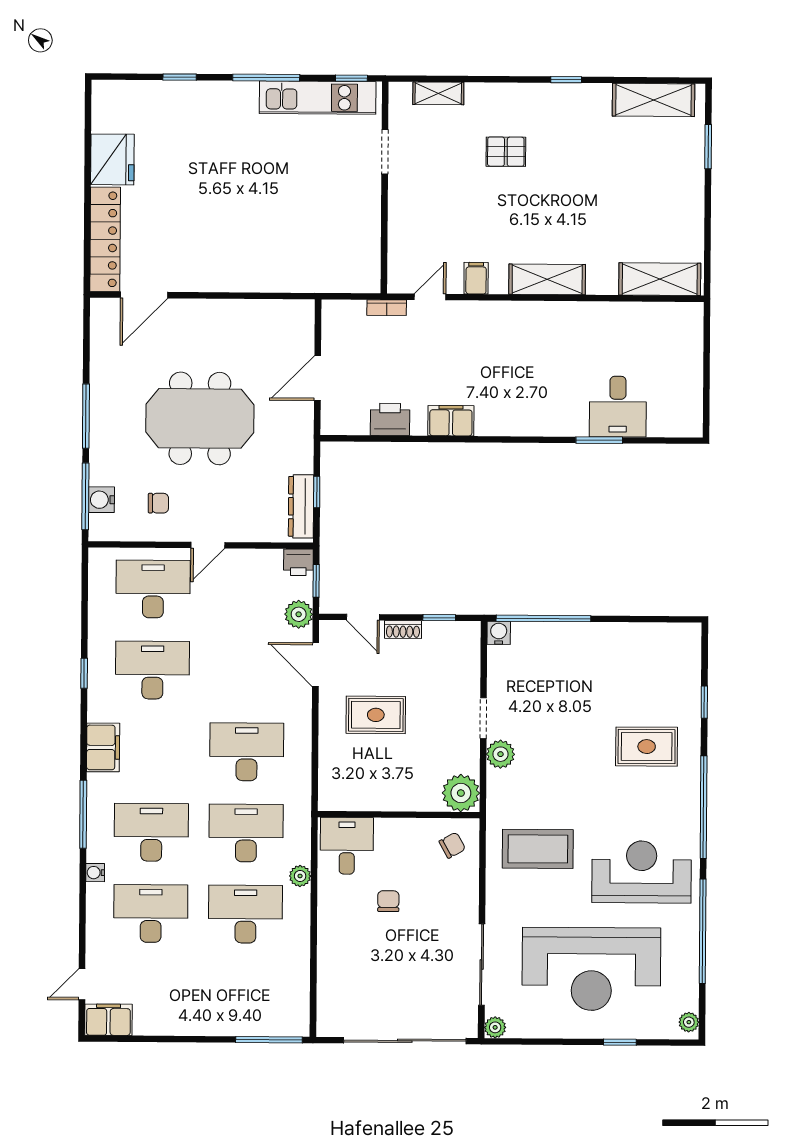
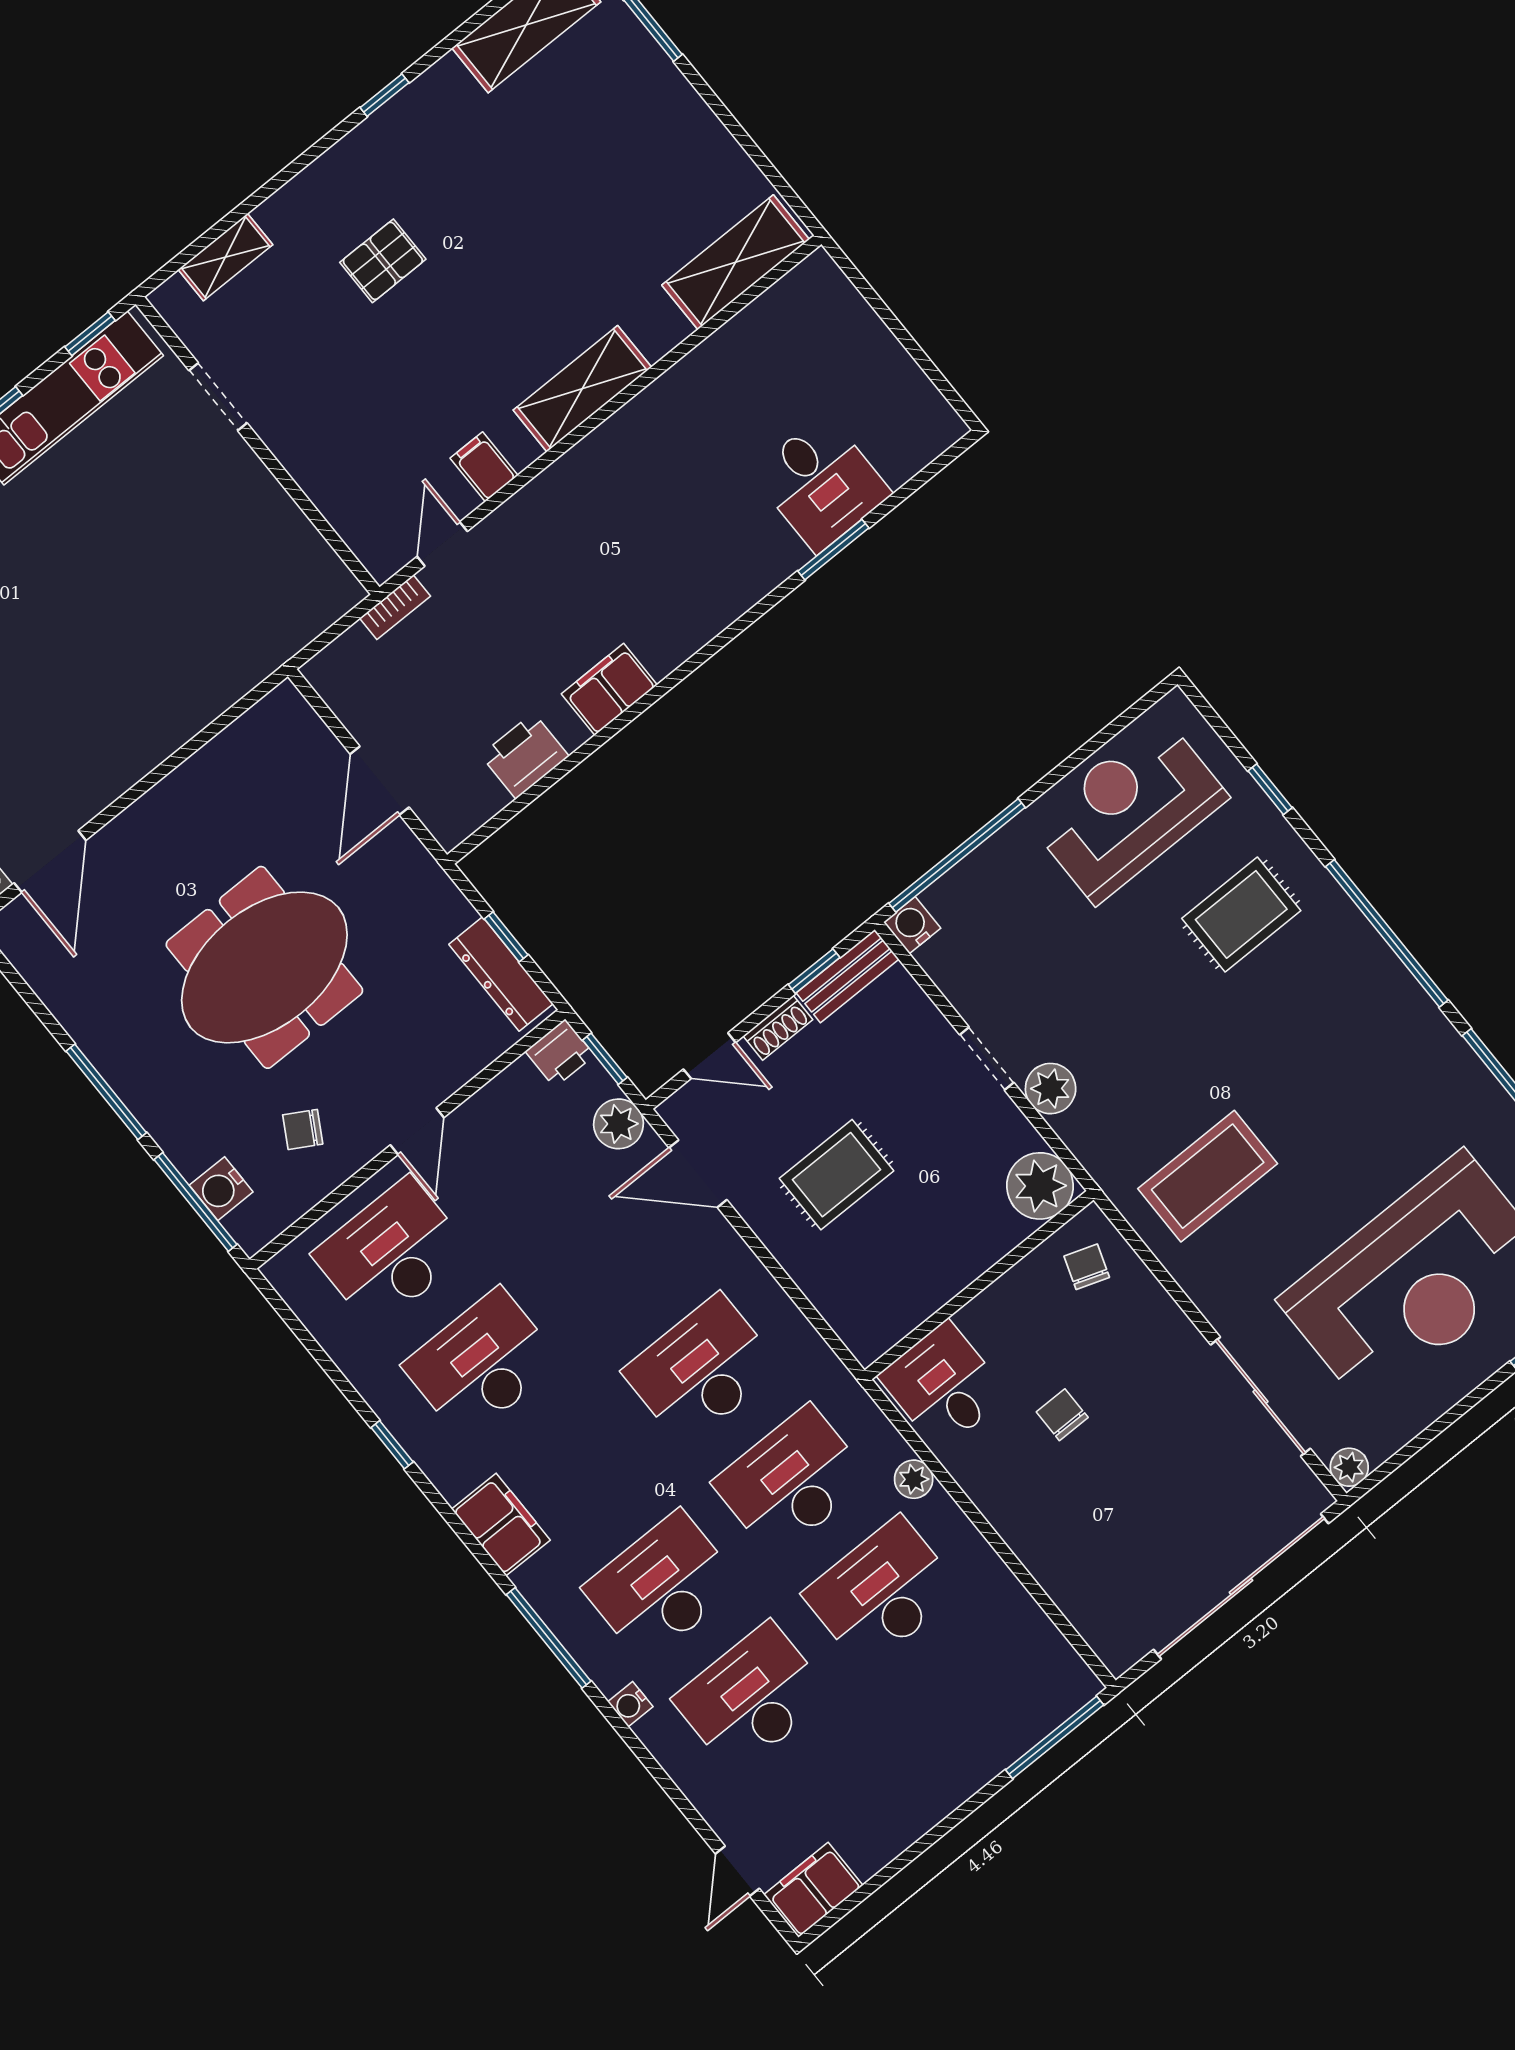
chair: (158, 503) -> (303, 1129), turned -150
bench: (452, 632) -> (848, 976), added
chair: (452, 845) -> (1087, 1267), turned -42
reception desk: (642, 872) -> (1129, 810), moved

